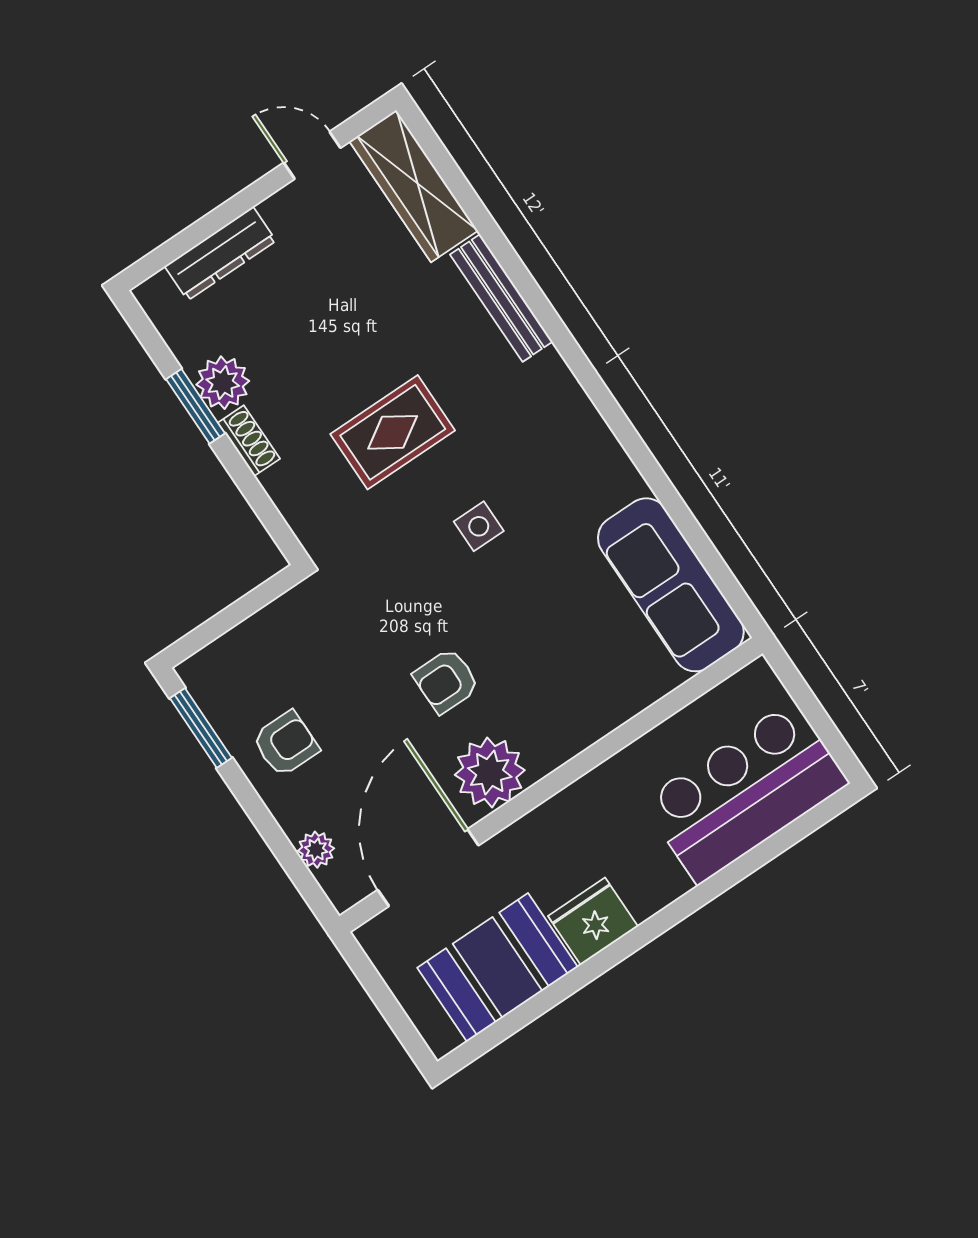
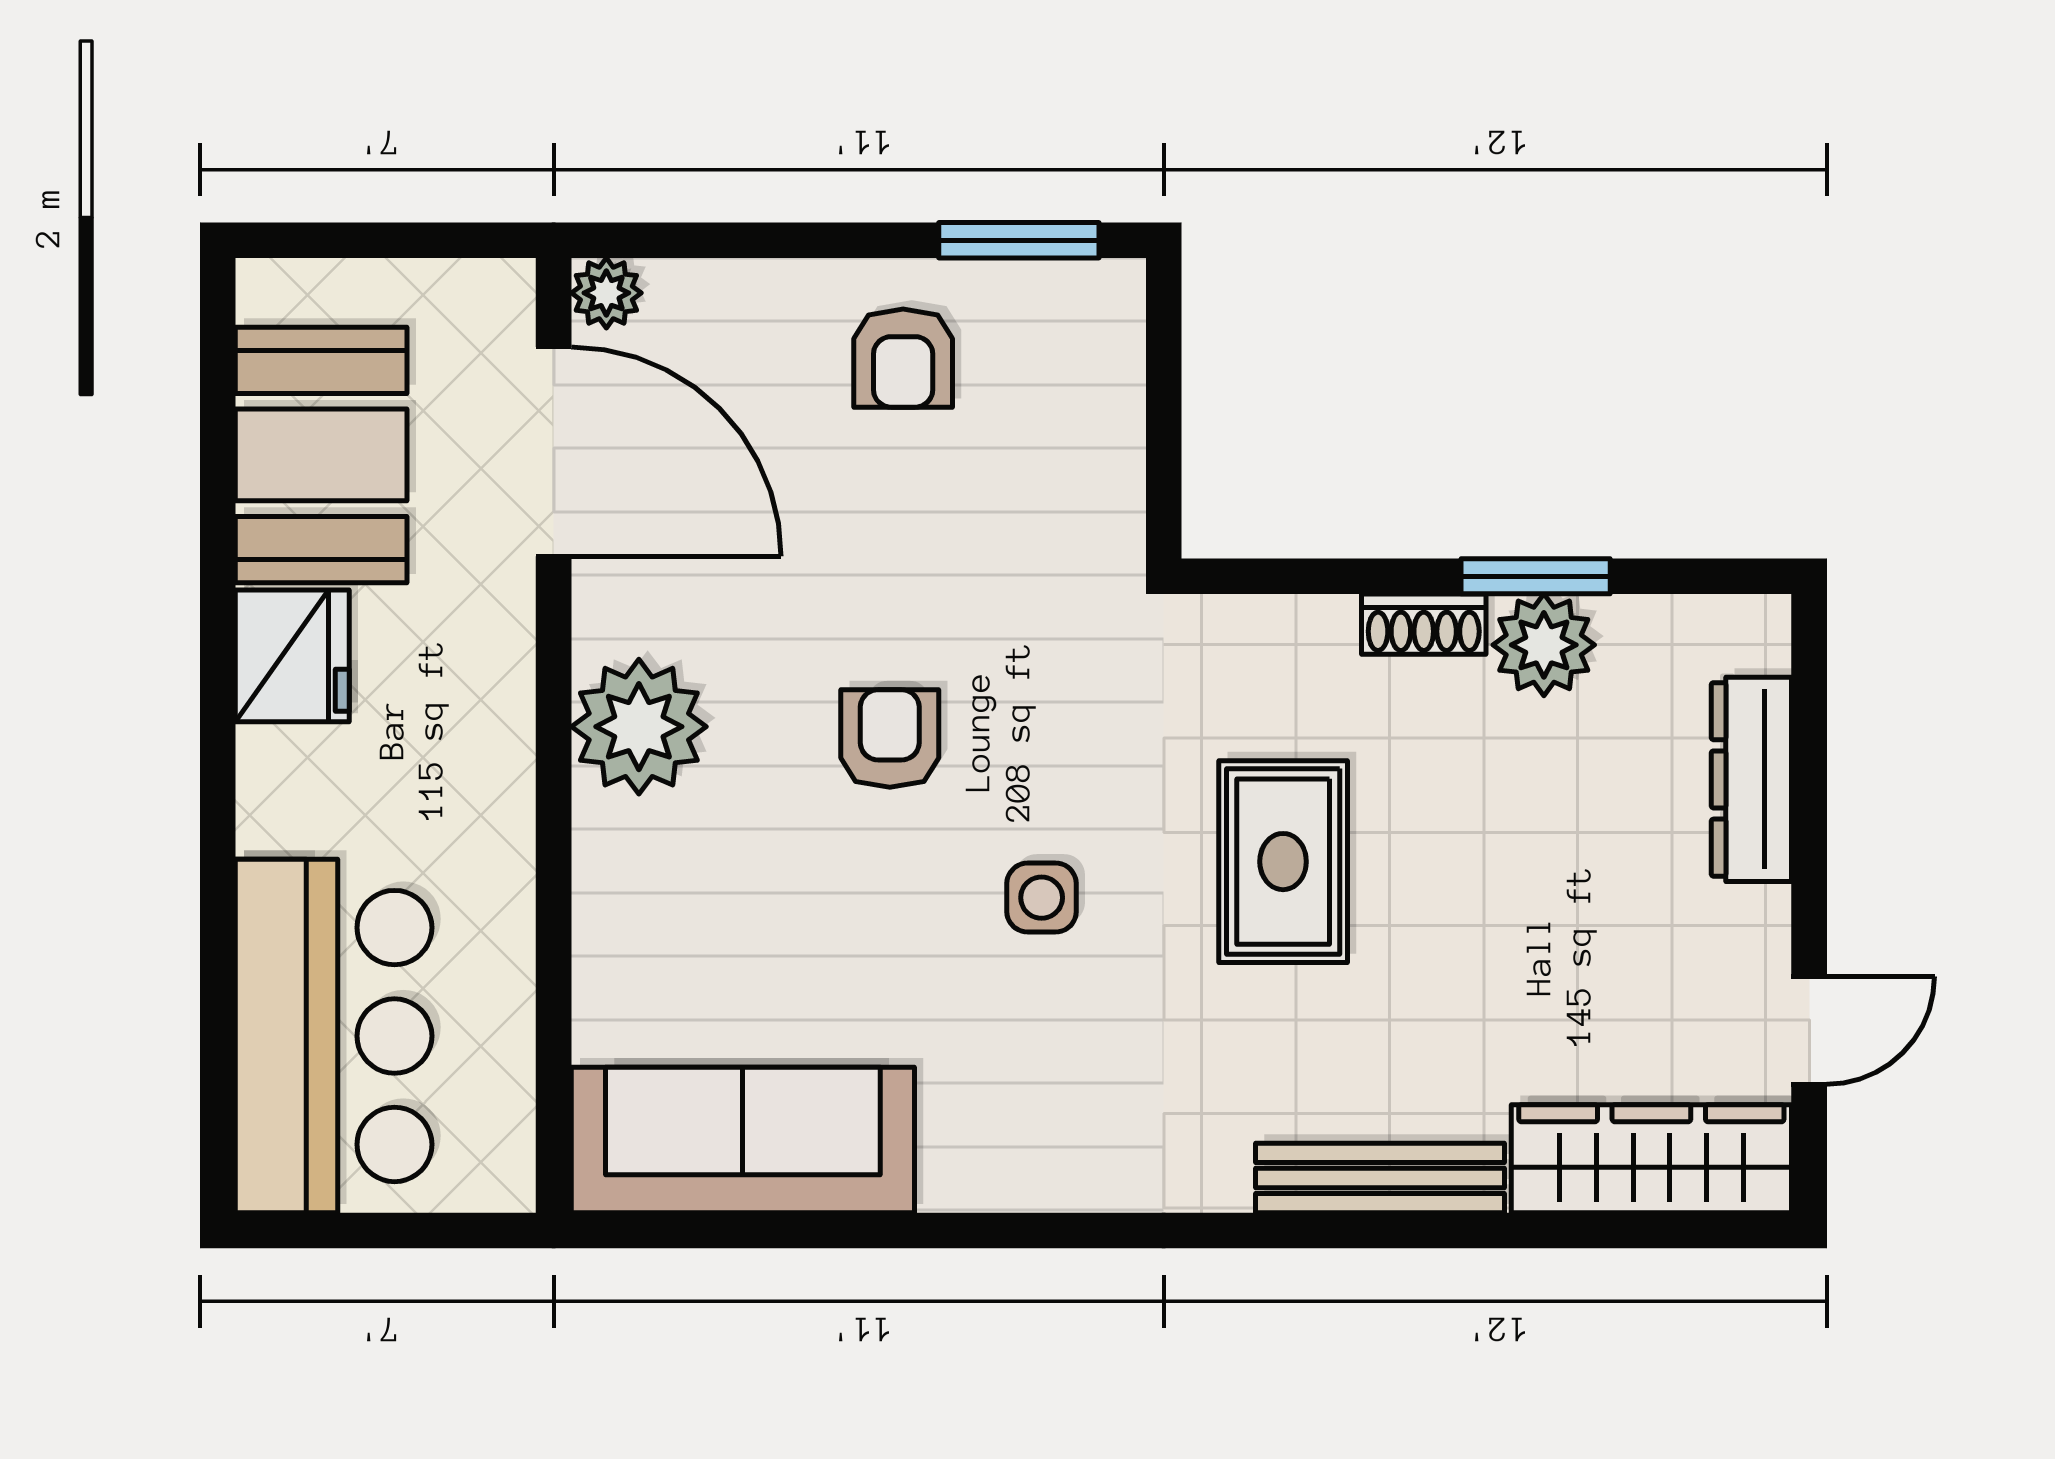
armchair: (446, 681) -> (890, 739), moved
plant: (490, 772) -> (639, 727), moved
plant: (316, 850) -> (606, 293), moved

